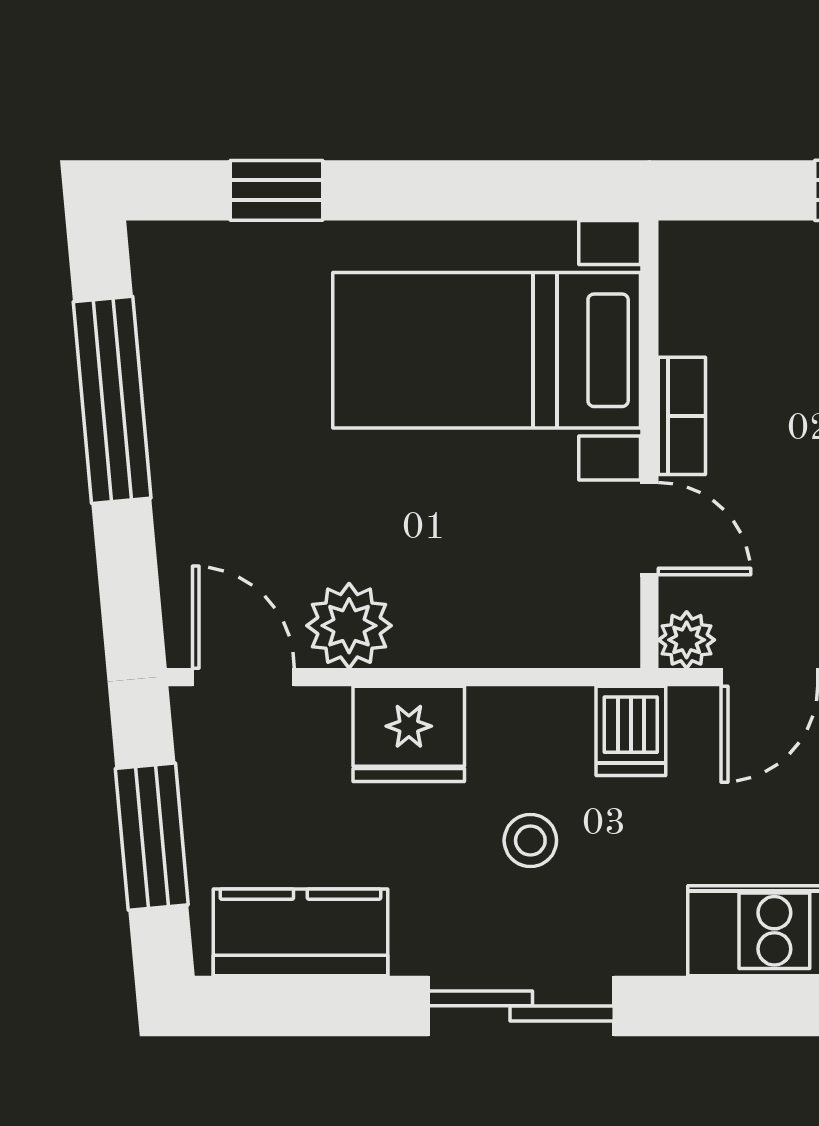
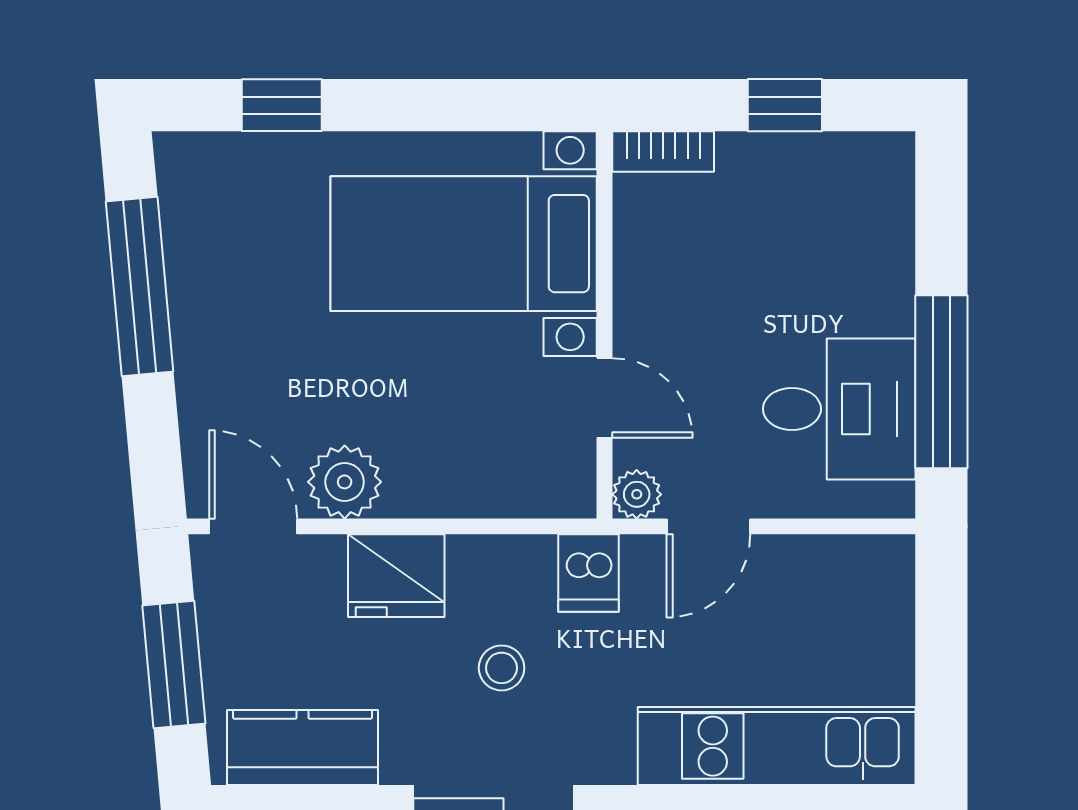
bookcase: (682, 416) -> (663, 152), moved, turned 90

